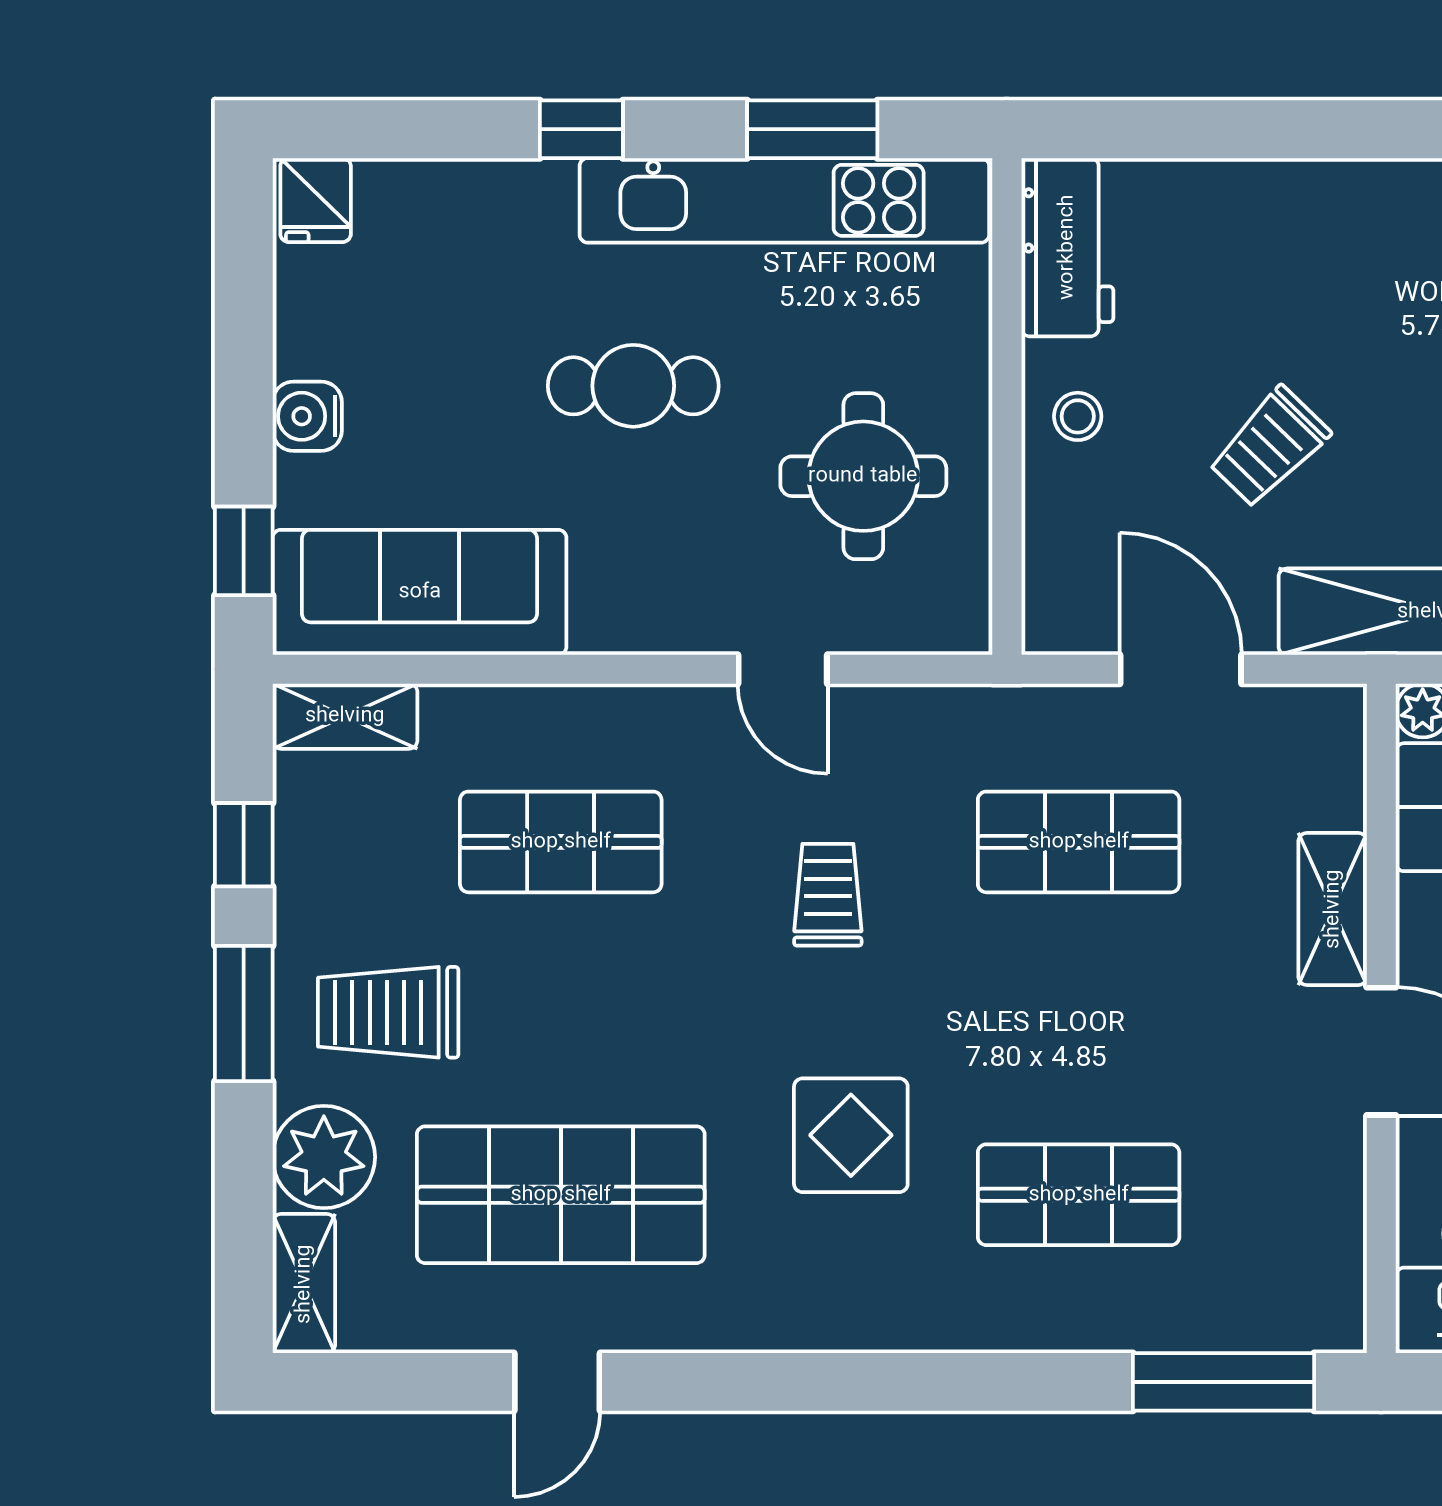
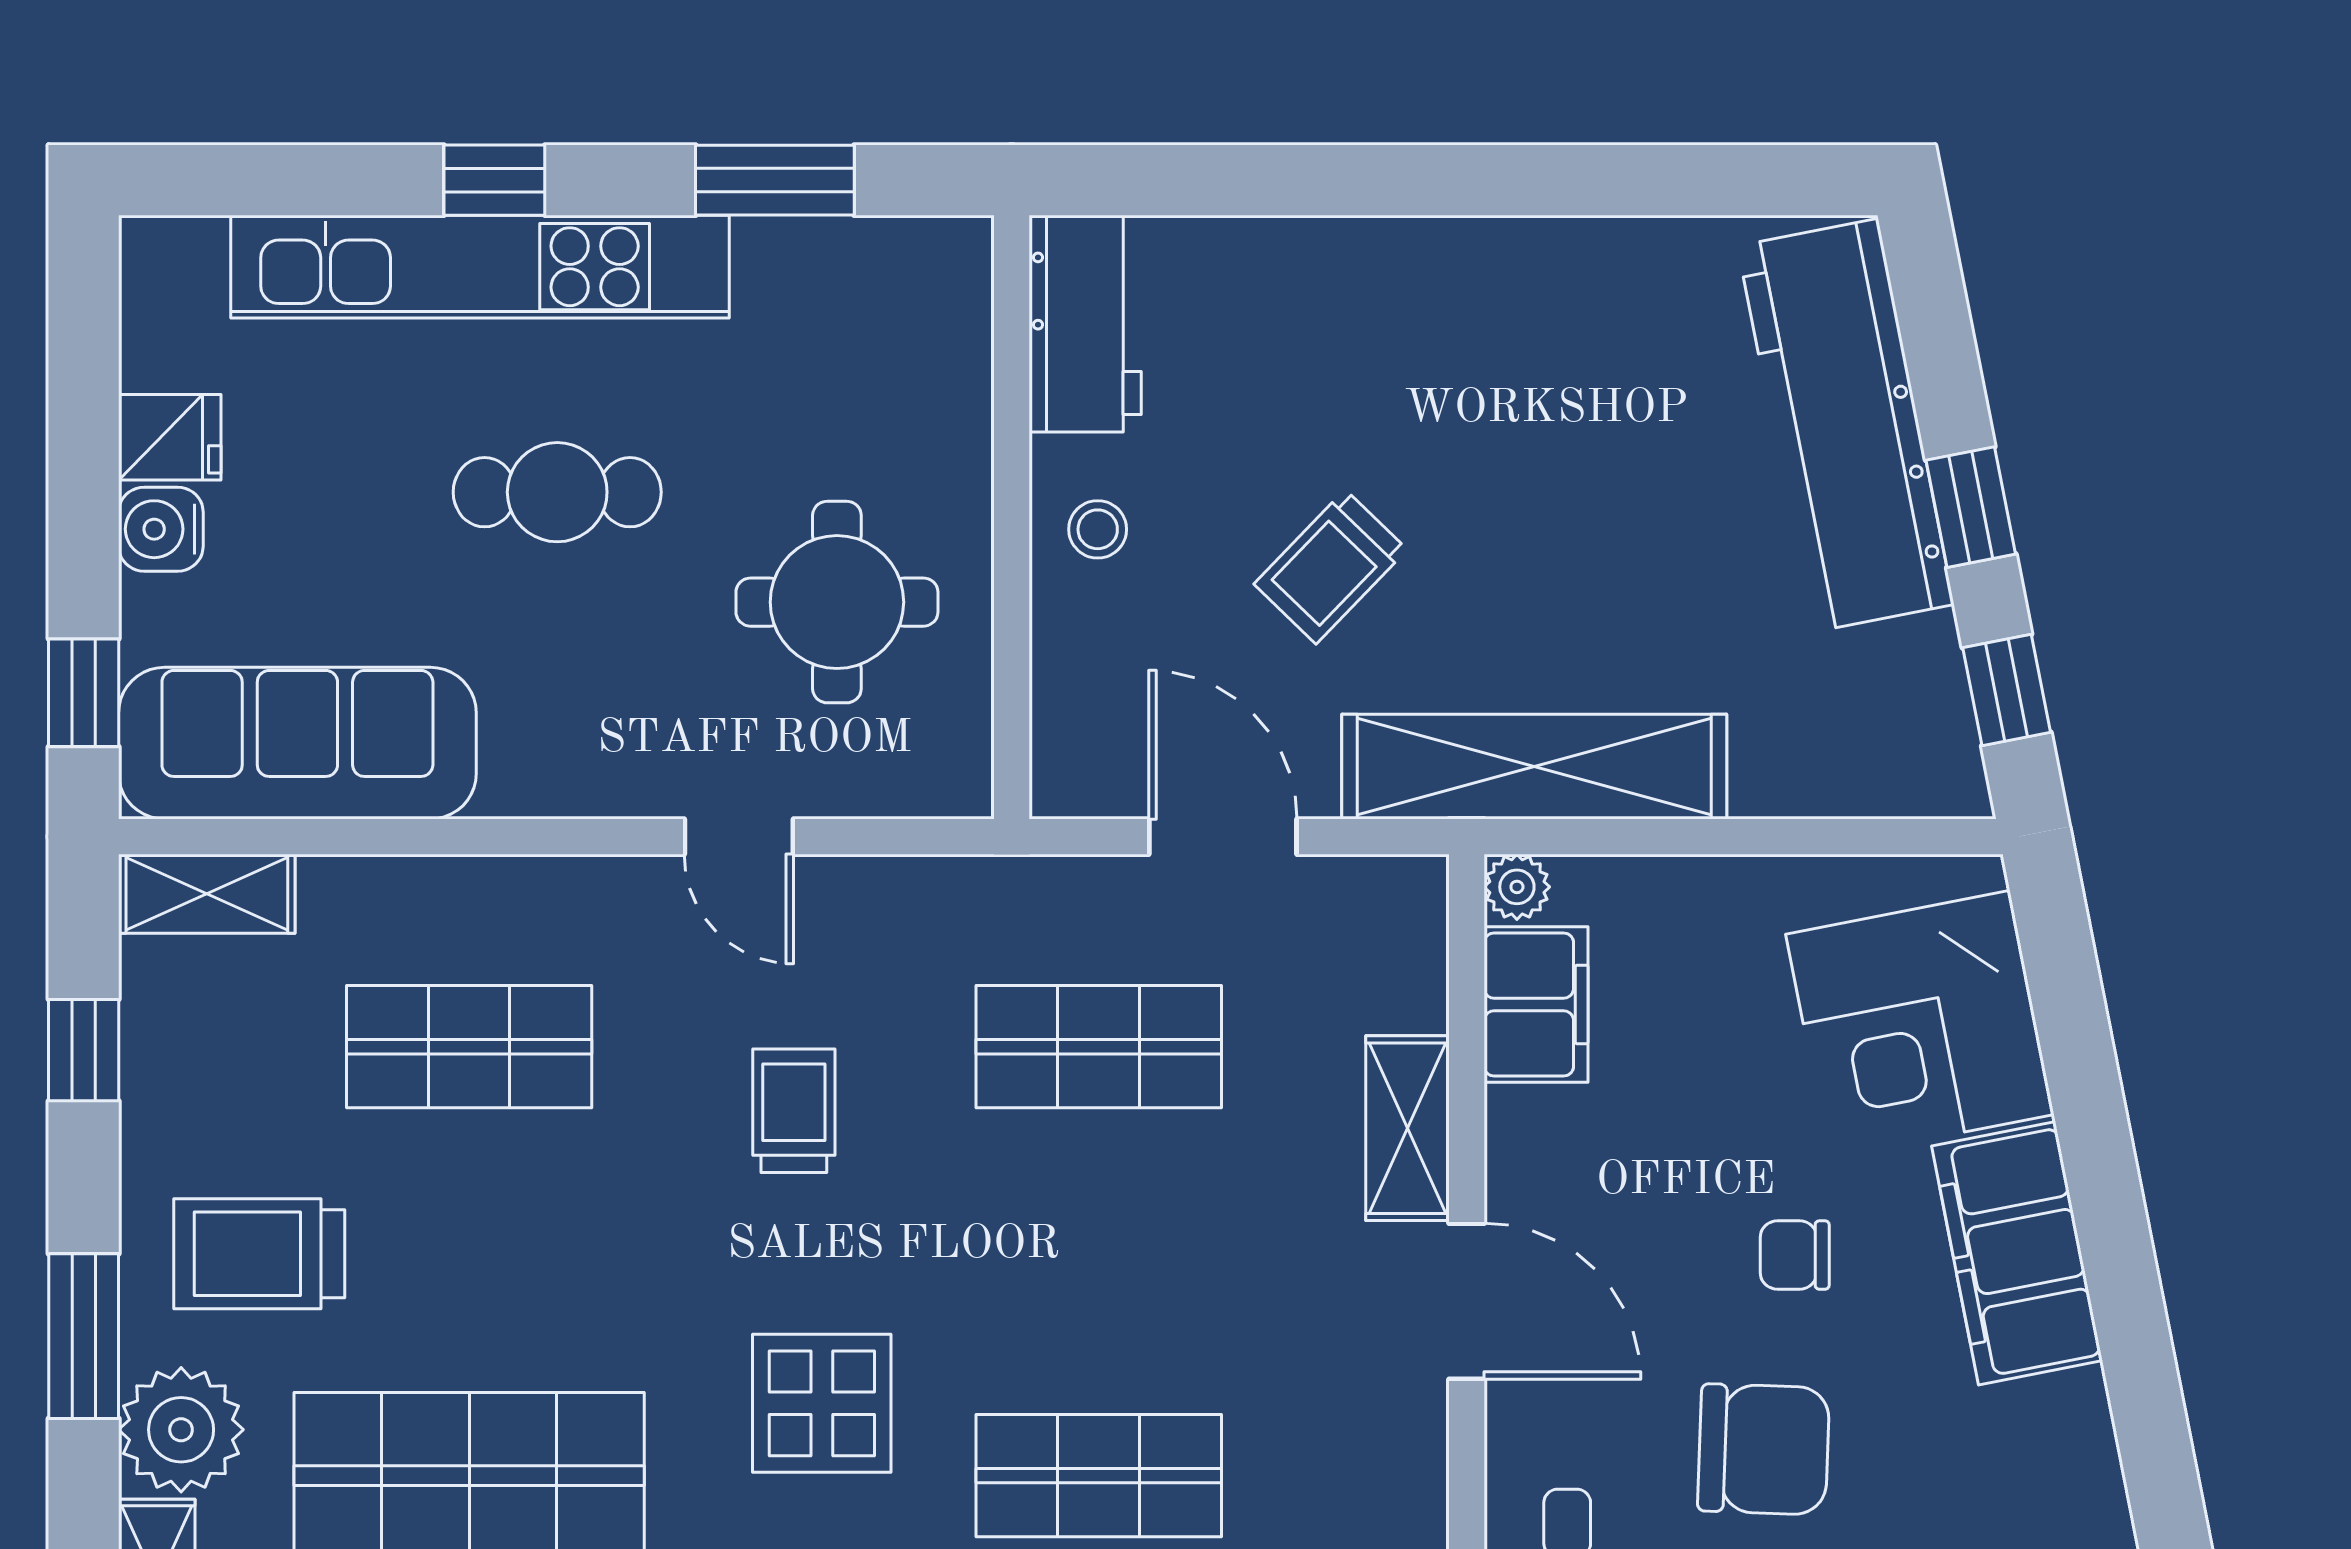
fridge: (316, 200) -> (170, 437), moved, turned -90
kitchen unit: (784, 200) -> (480, 267), moved
window: (244, 1013) -> (84, 1336), moved

